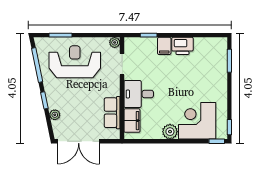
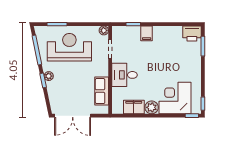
printer: (182, 46) -> (192, 33), moved
plant: (55, 115) -> (49, 76), moved
filing cabinet: (132, 121) -> (134, 107), moved, turned -90

